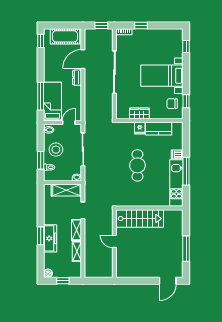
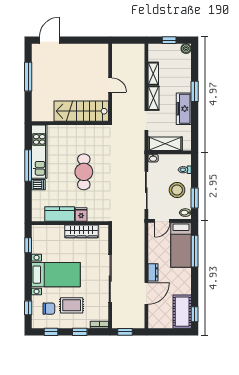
window: (166, 26) -> (51, 332), added
cot: (65, 36) -> (182, 312), moved, turned 90
rug: (148, 49) -> (72, 305), added
chair: (172, 104) -> (49, 309), moved
wardrobe: (139, 113) -> (82, 231), width x1.50
window: (41, 160) -> (195, 198), moved
freezer: (50, 238) -> (184, 109), moved

